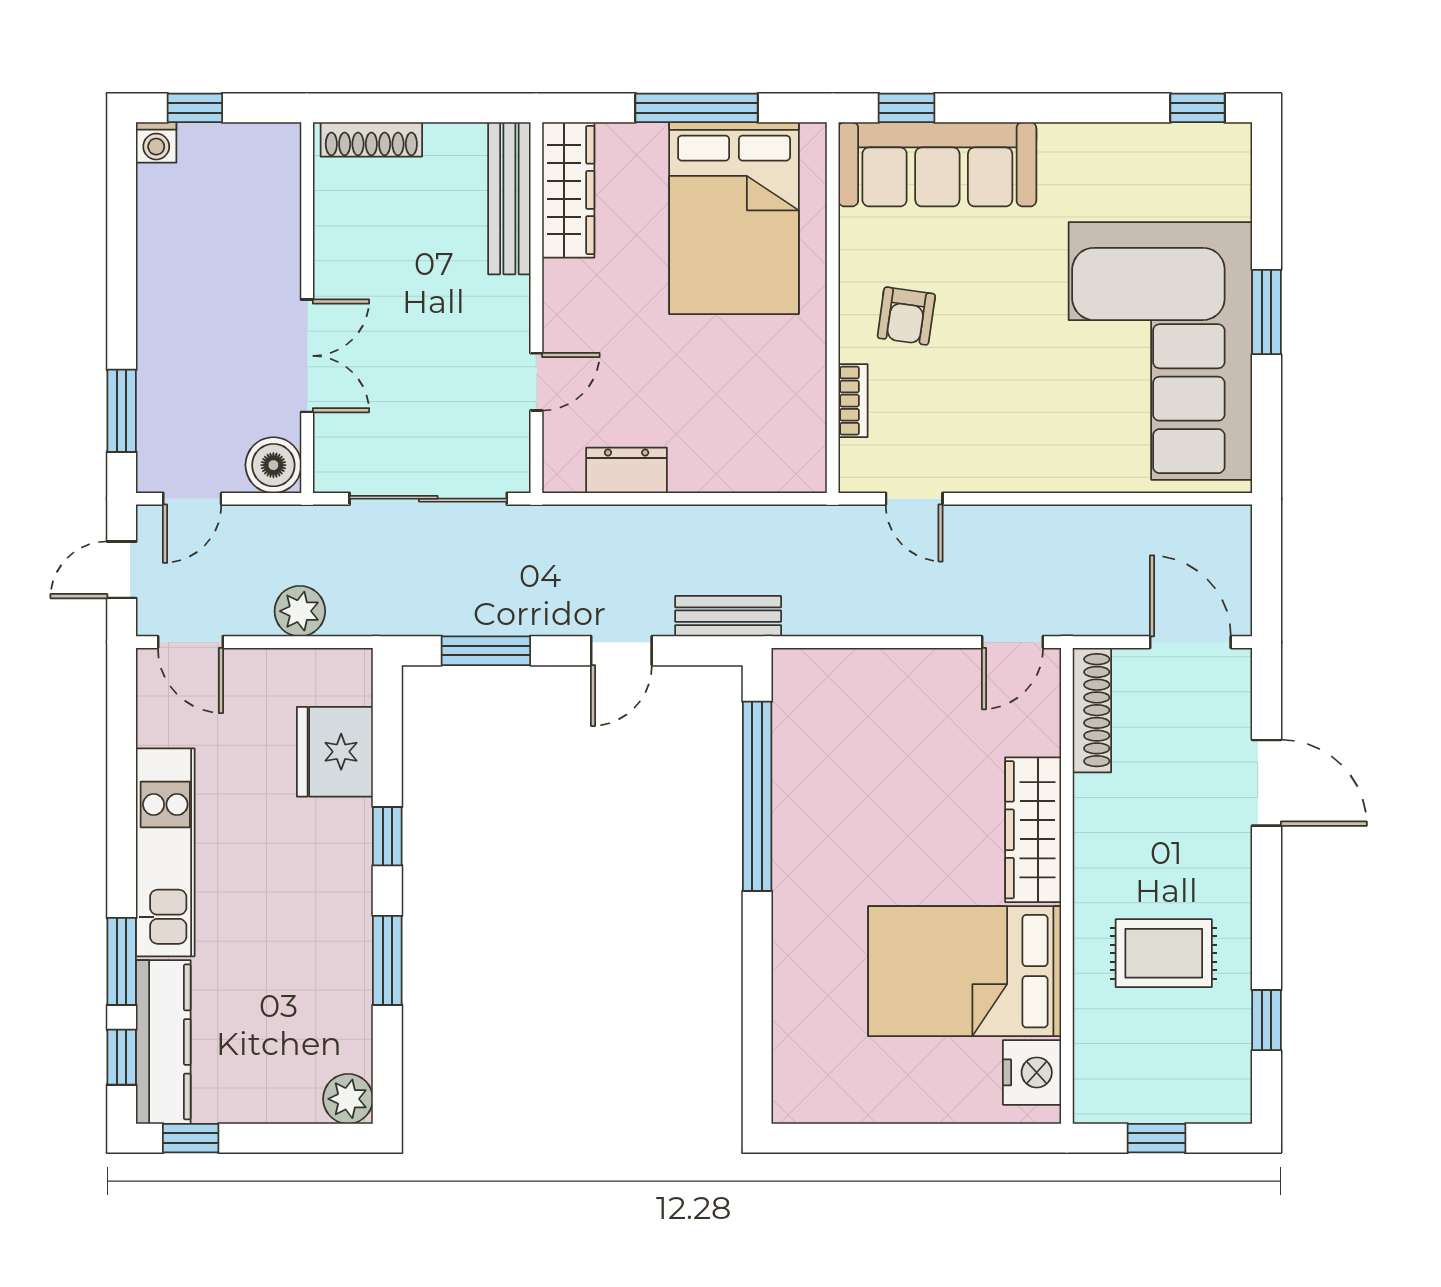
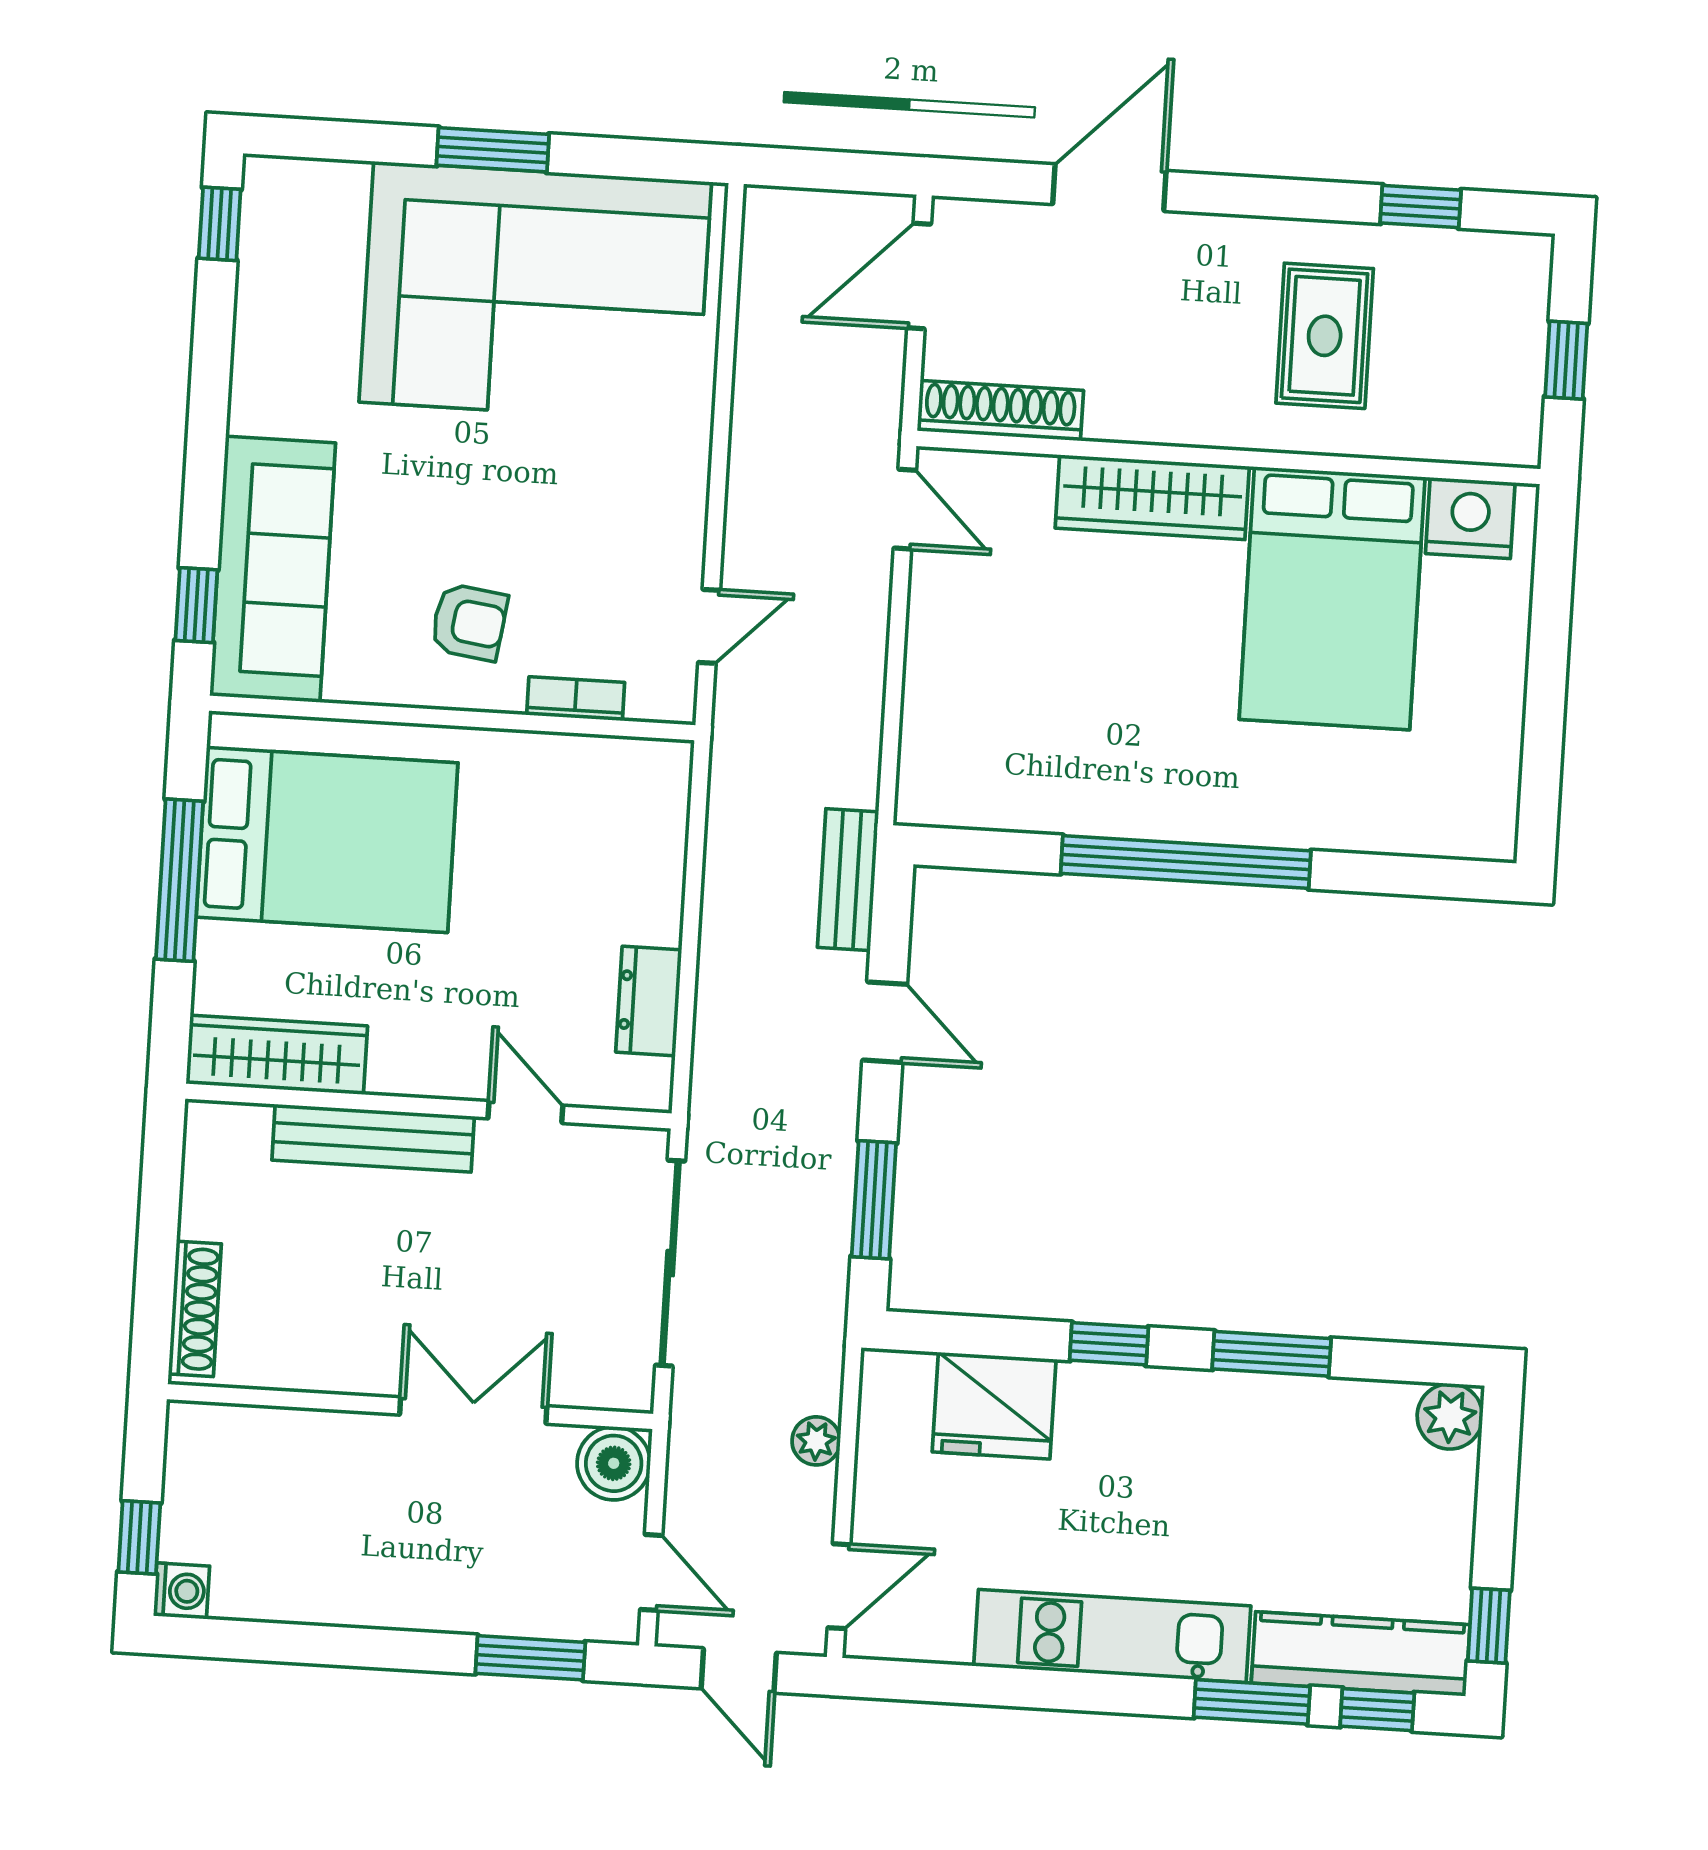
bench: (509, 198) -> (373, 1138), moved
plant: (300, 611) -> (816, 1441), width x0.73, depth x0.73
window: (757, 796) -> (1186, 862), moved

